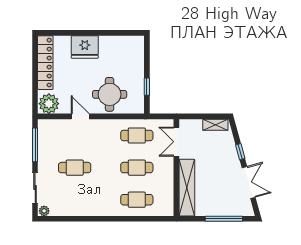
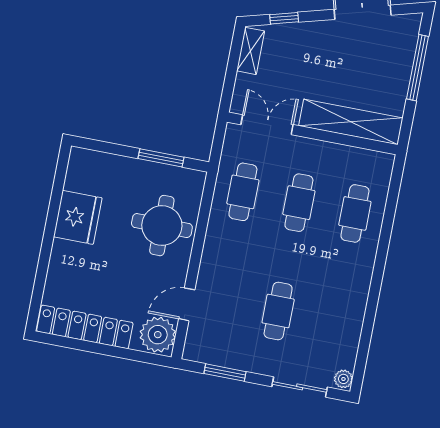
fridge: (85, 47) -> (78, 217), moved
window: (147, 87) -> (161, 158), width x1.50
door: (80, 116) -> (187, 304), moved
double door: (176, 142) -> (267, 125), swing flipped
window: (35, 145) -> (225, 373), width x0.69
window: (240, 152) -> (284, 18), moved

